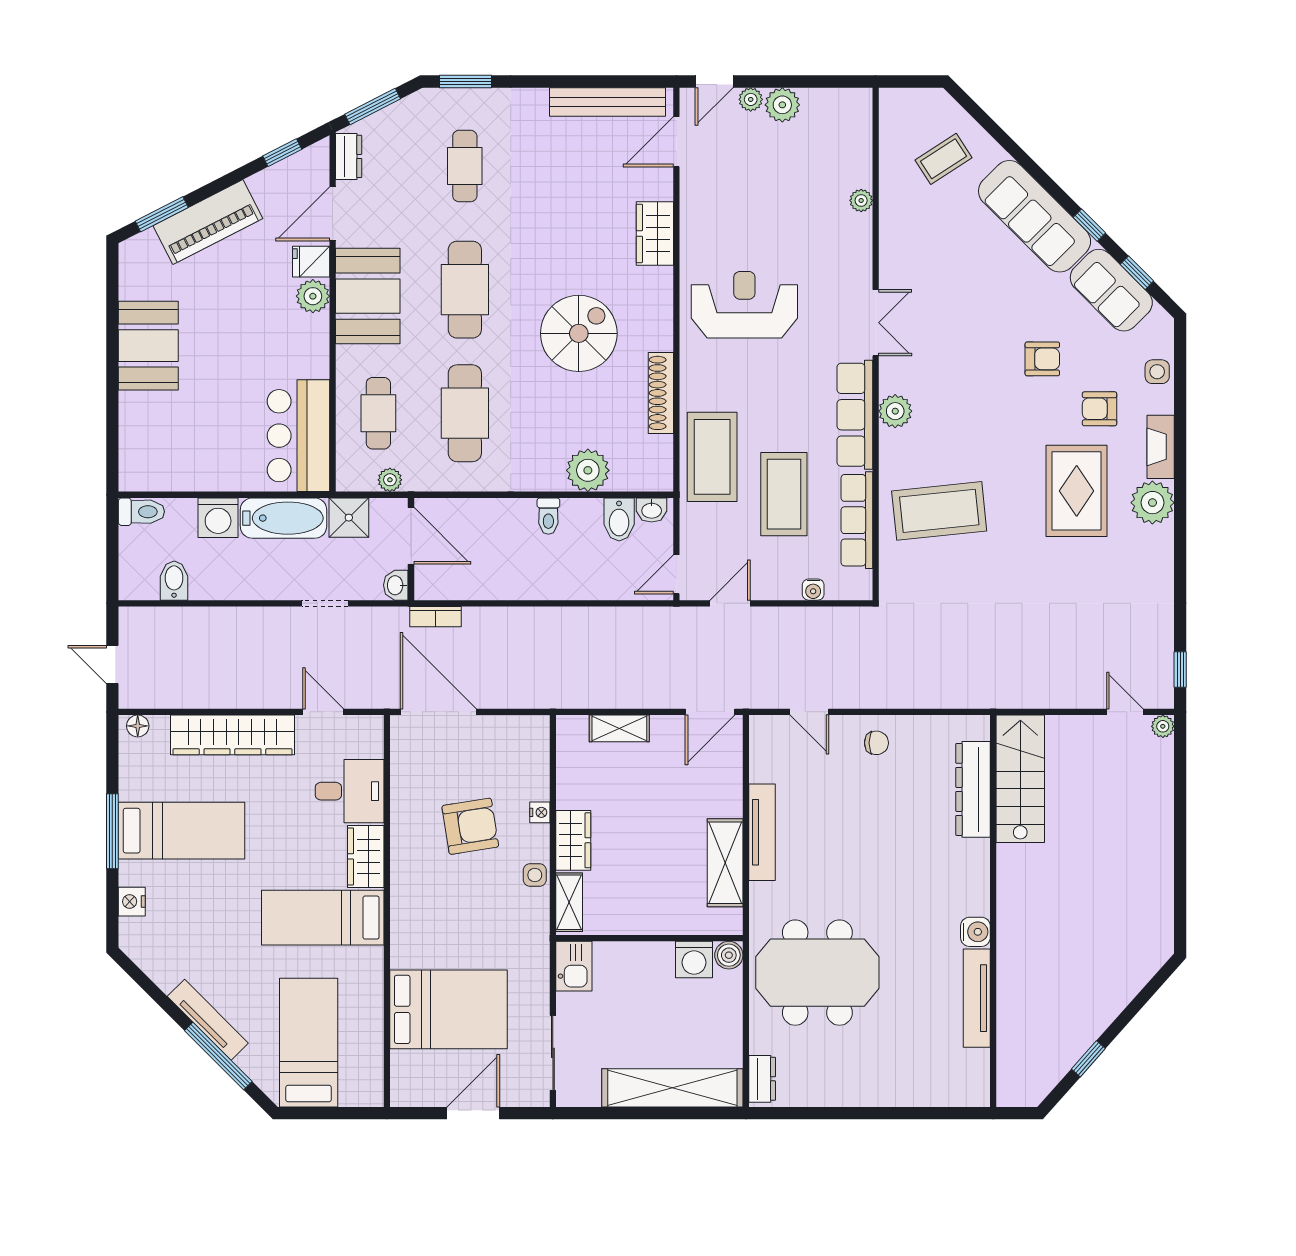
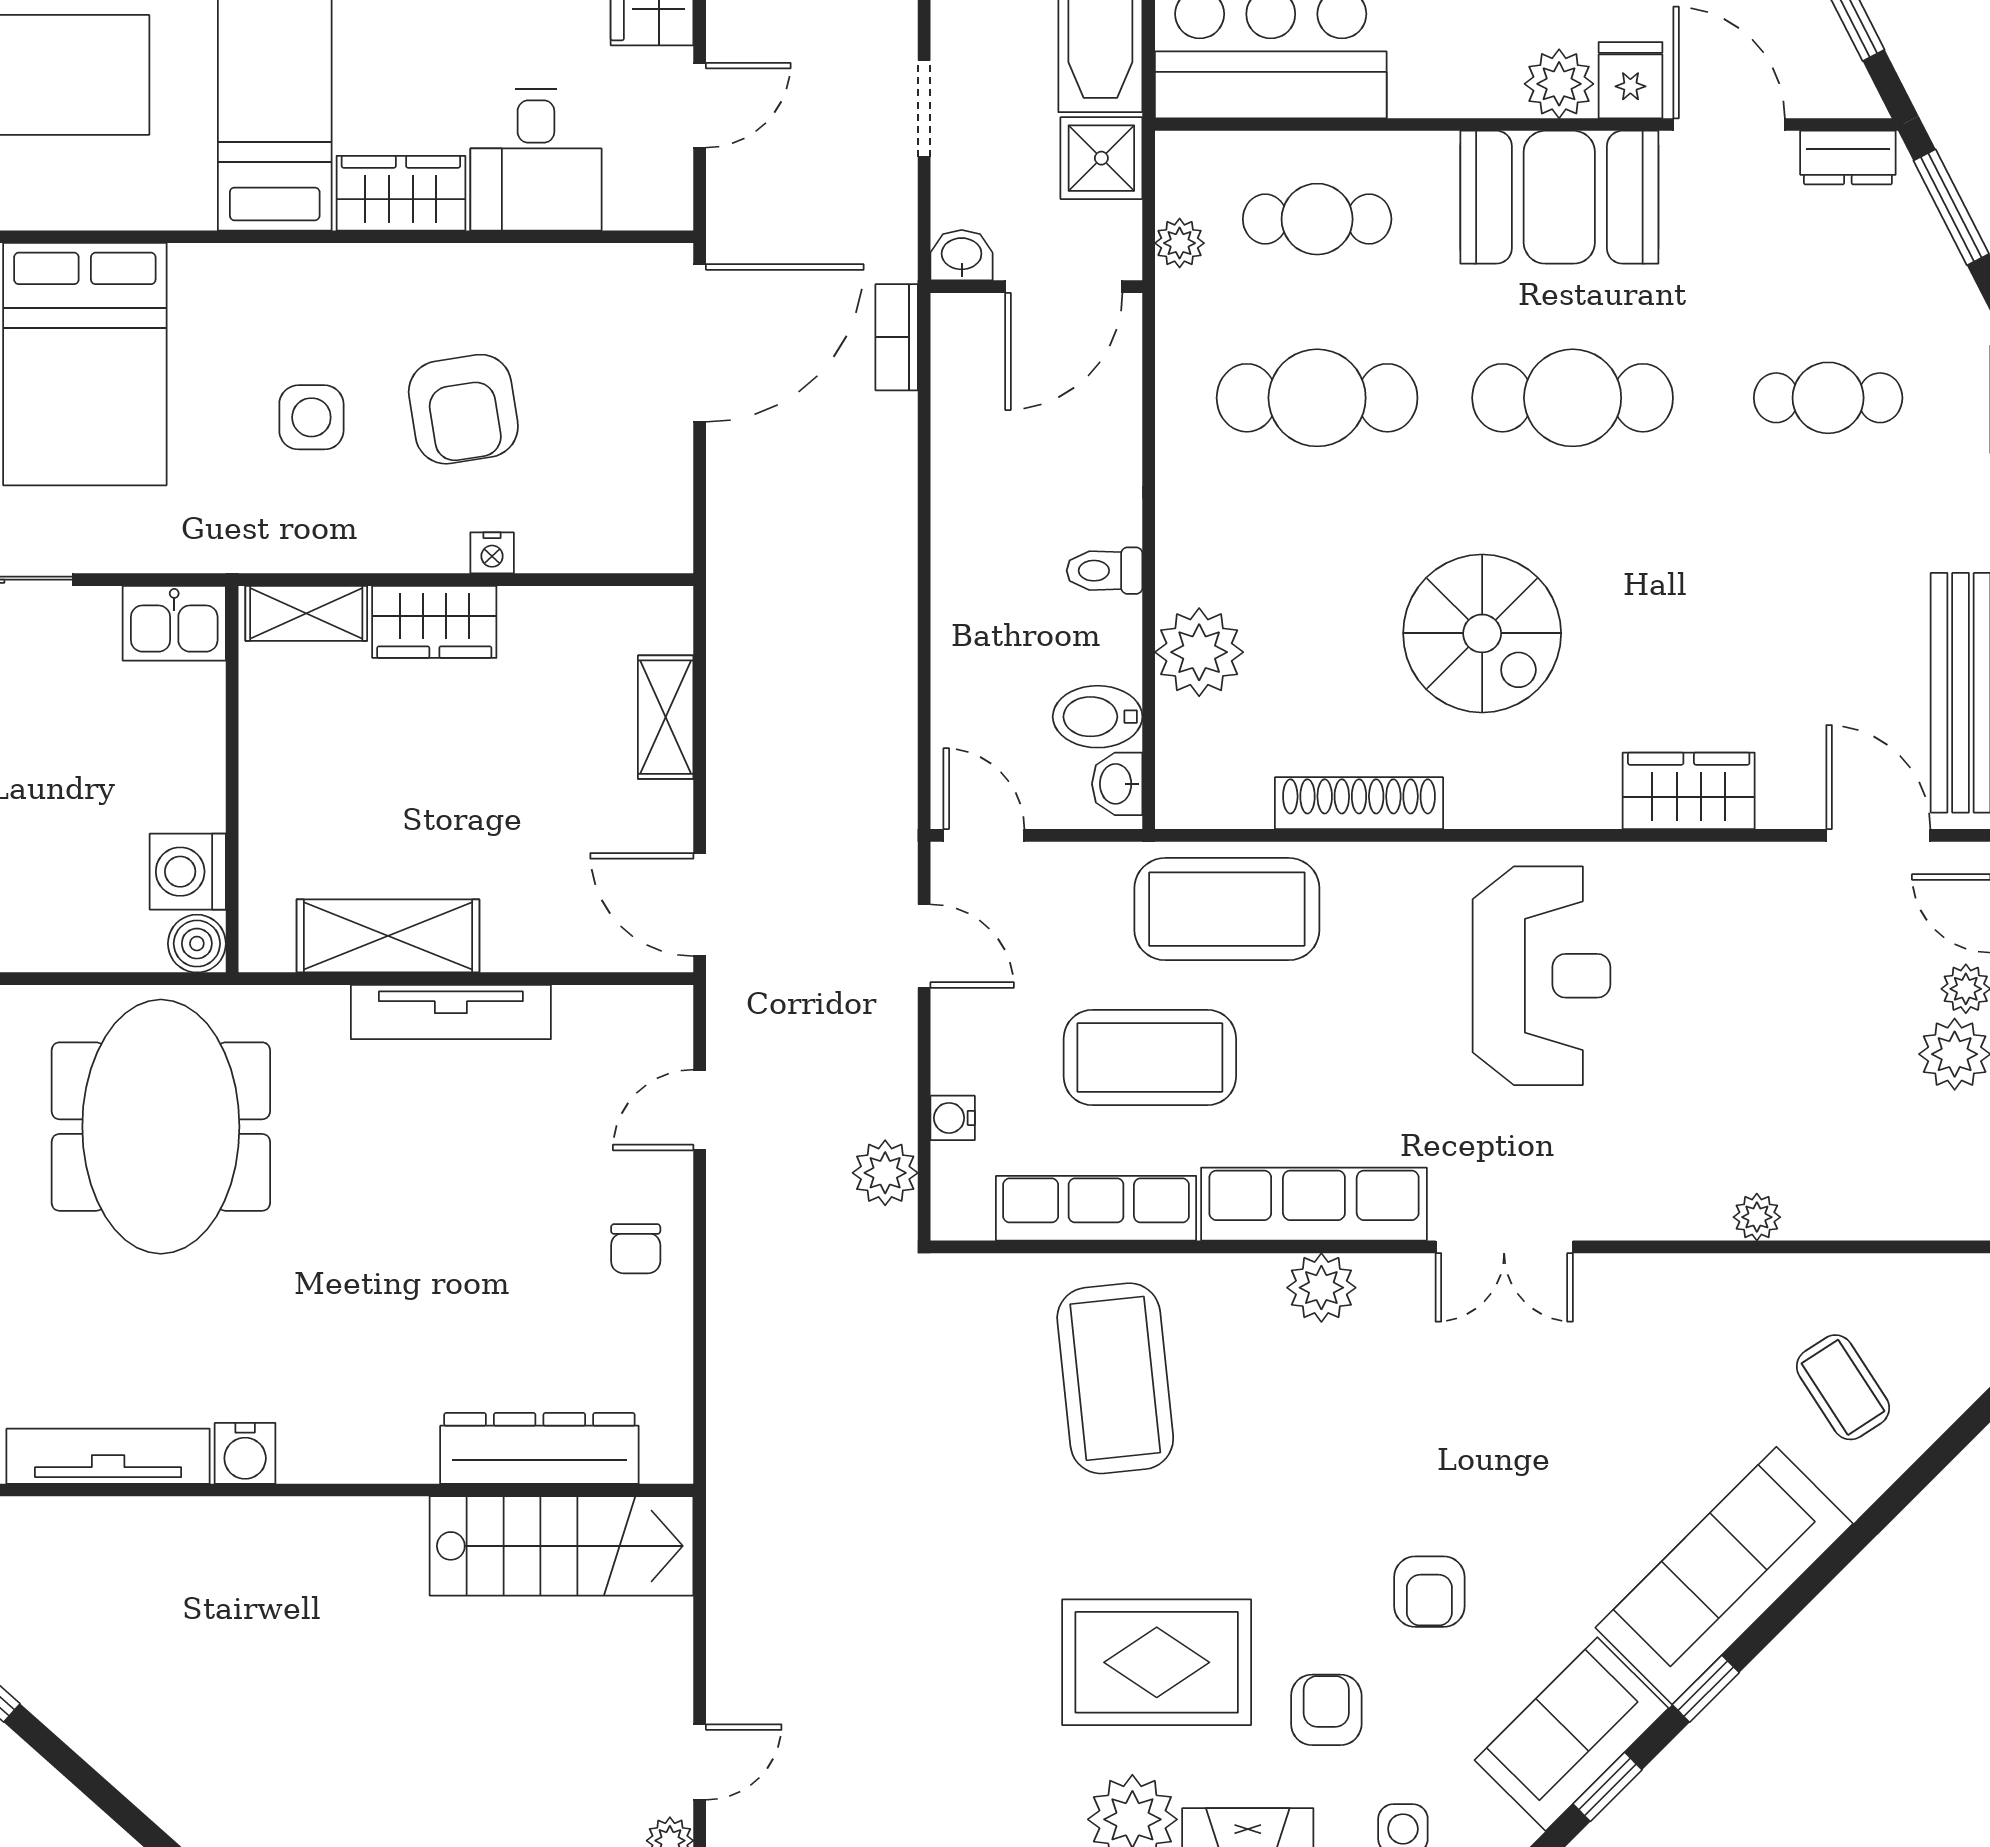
plant: (840, 622) -> (885, 1173), added
side table: (535, 875) -> (311, 417), moved, width x1.37, depth x1.37

